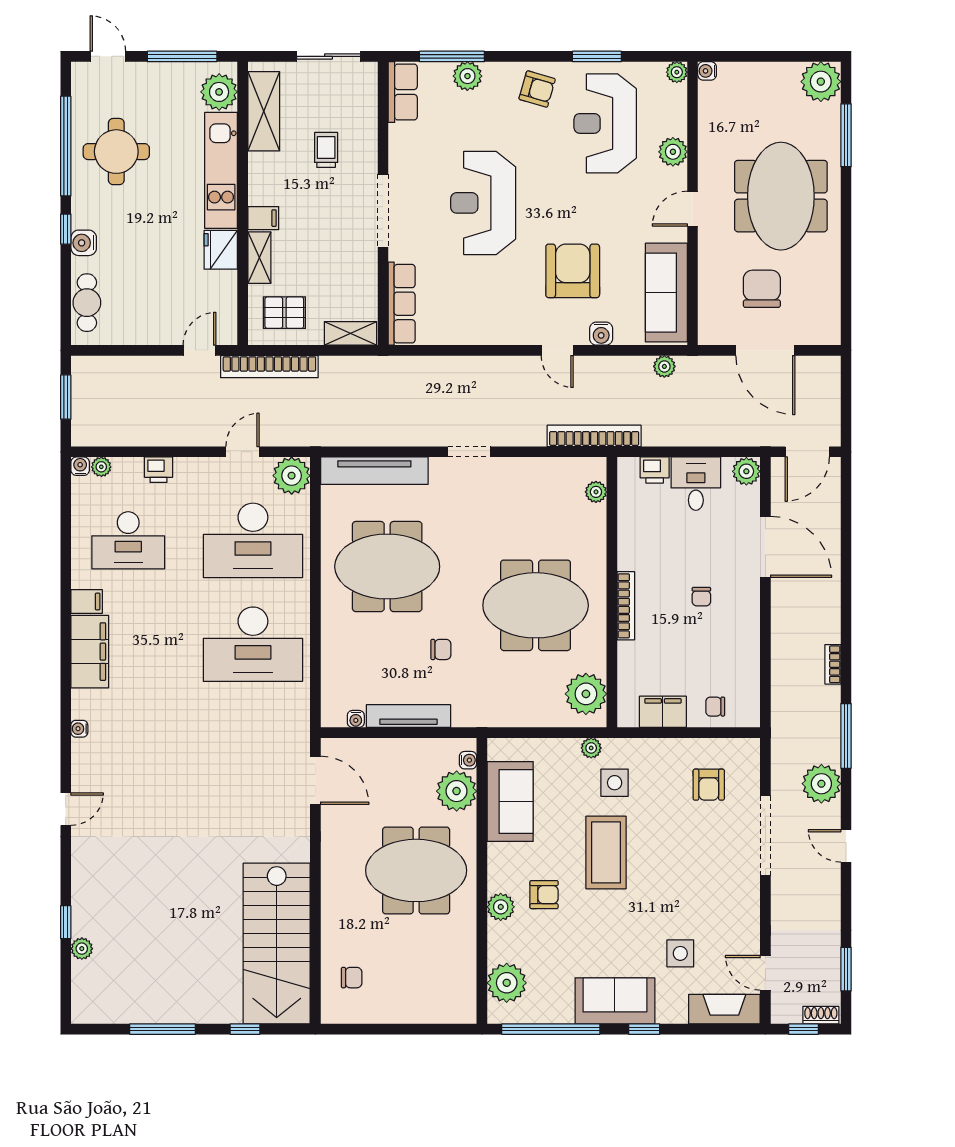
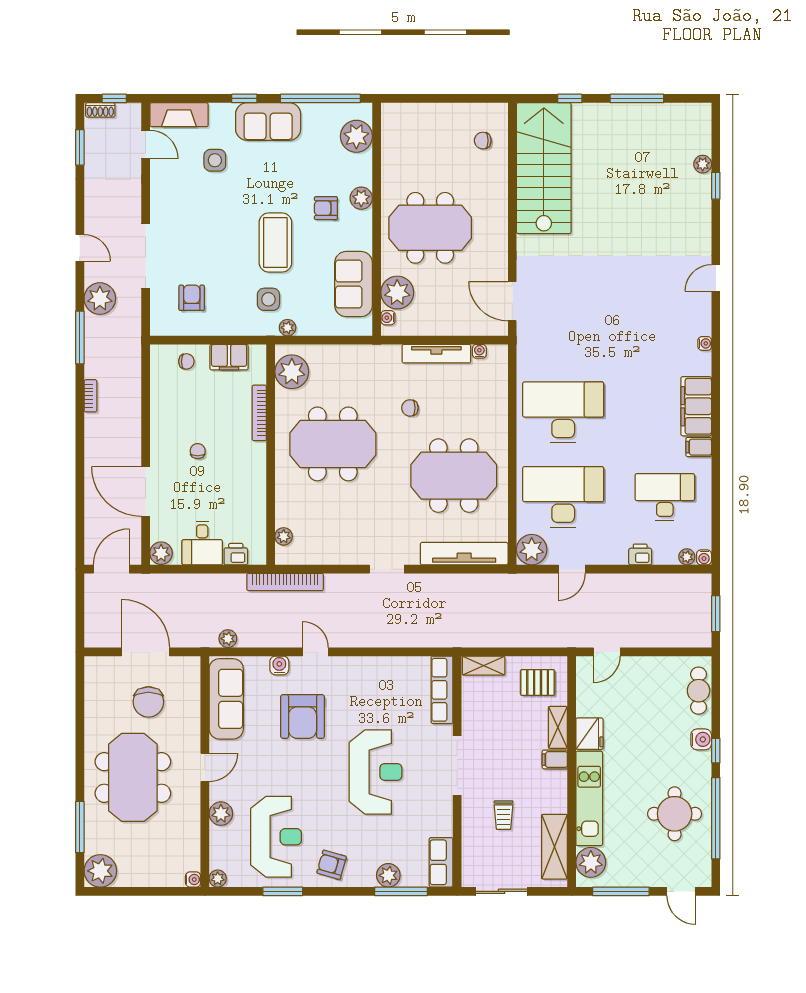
bookcase: (269, 367) -> (550, 638), removed
bookcase: (626, 606) -> (259, 413), moved

